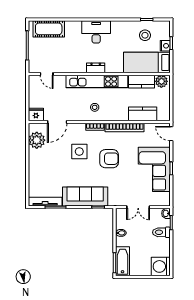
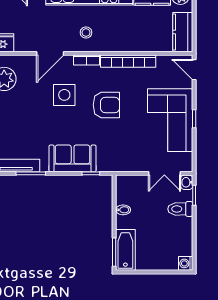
kitchen counter: (143, 114) -> (183, 32), moved, turned -90
door: (57, 122) -> (50, 53), moved
sofa: (85, 196) -> (73, 158), width x0.73
double door: (138, 207) -> (164, 173), moved
washing machine: (161, 266) -> (186, 263), width x0.53, depth x0.53

